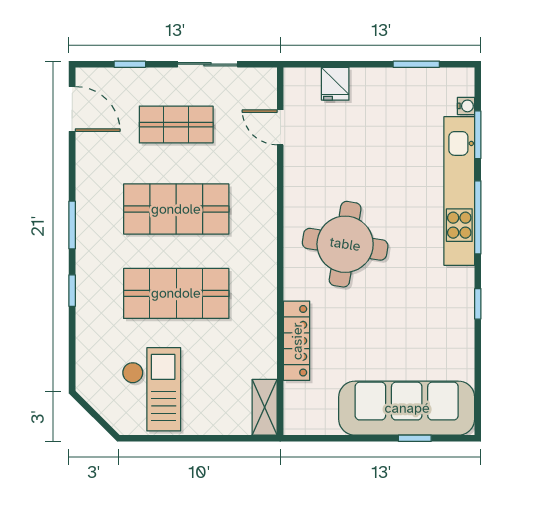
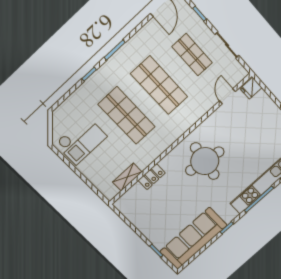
fridge: (335, 84) -> (251, 88), moved
locker: (297, 341) -> (152, 177), width x0.66
shelving: (265, 407) -> (127, 177), moved
sofa: (407, 408) -> (193, 238), moved, turned -90

